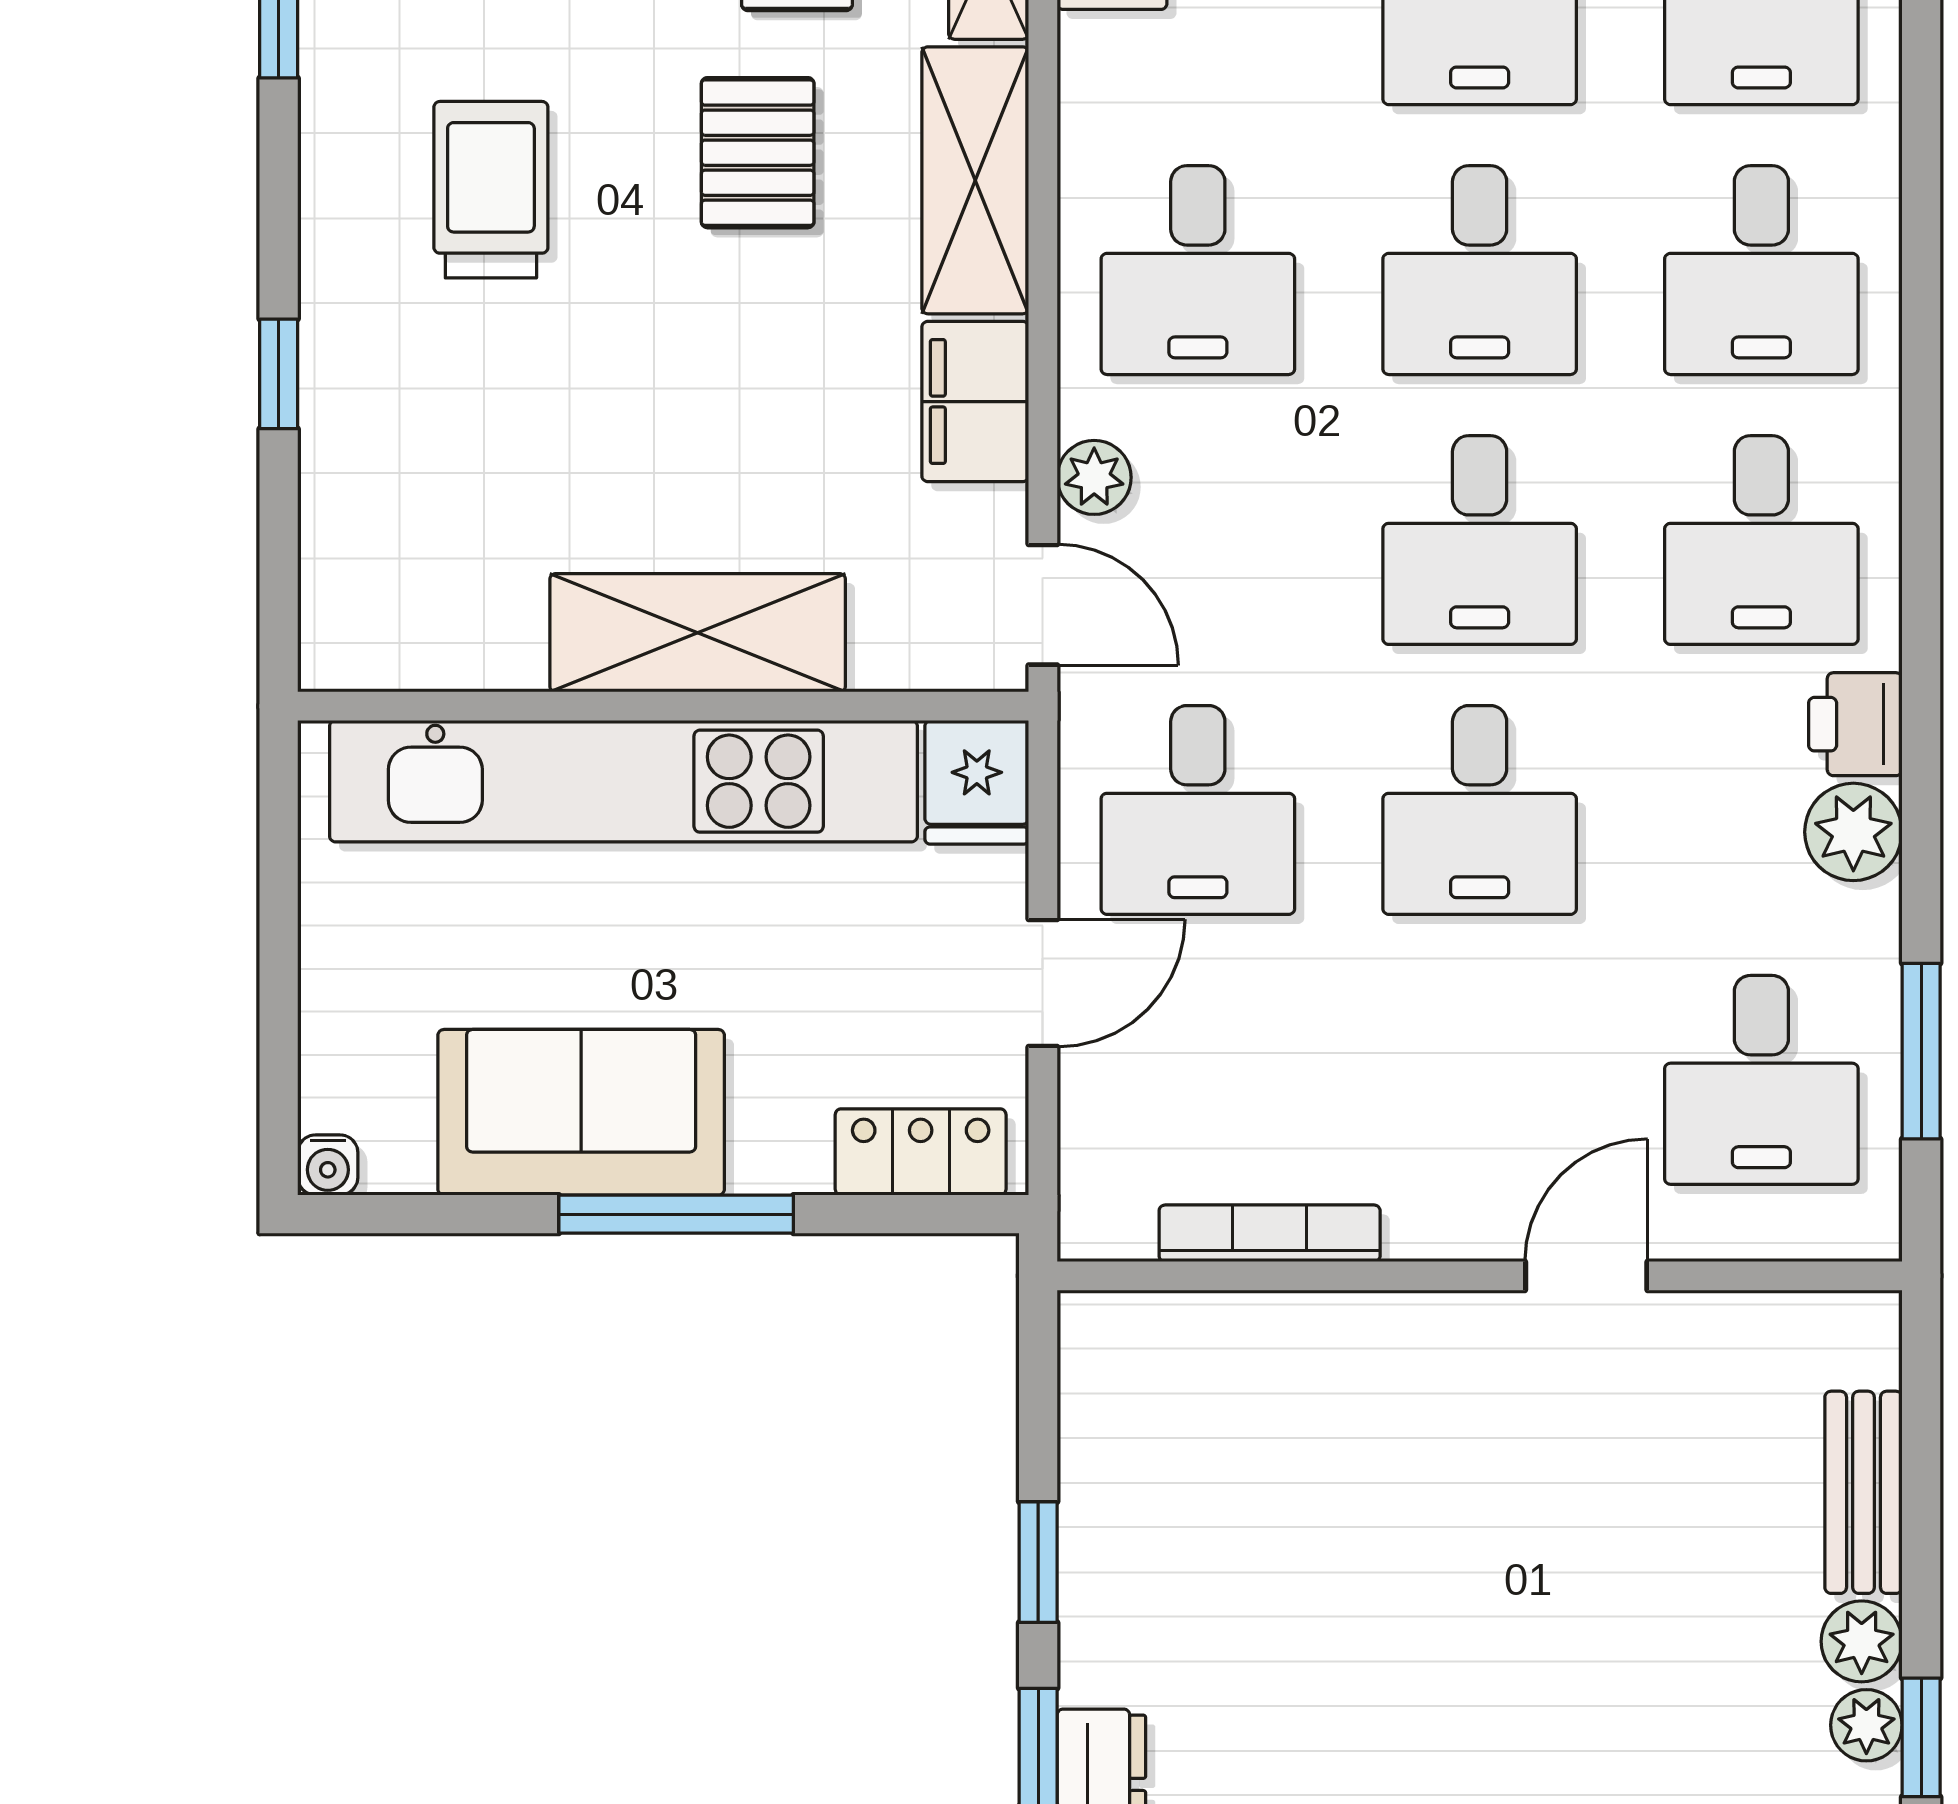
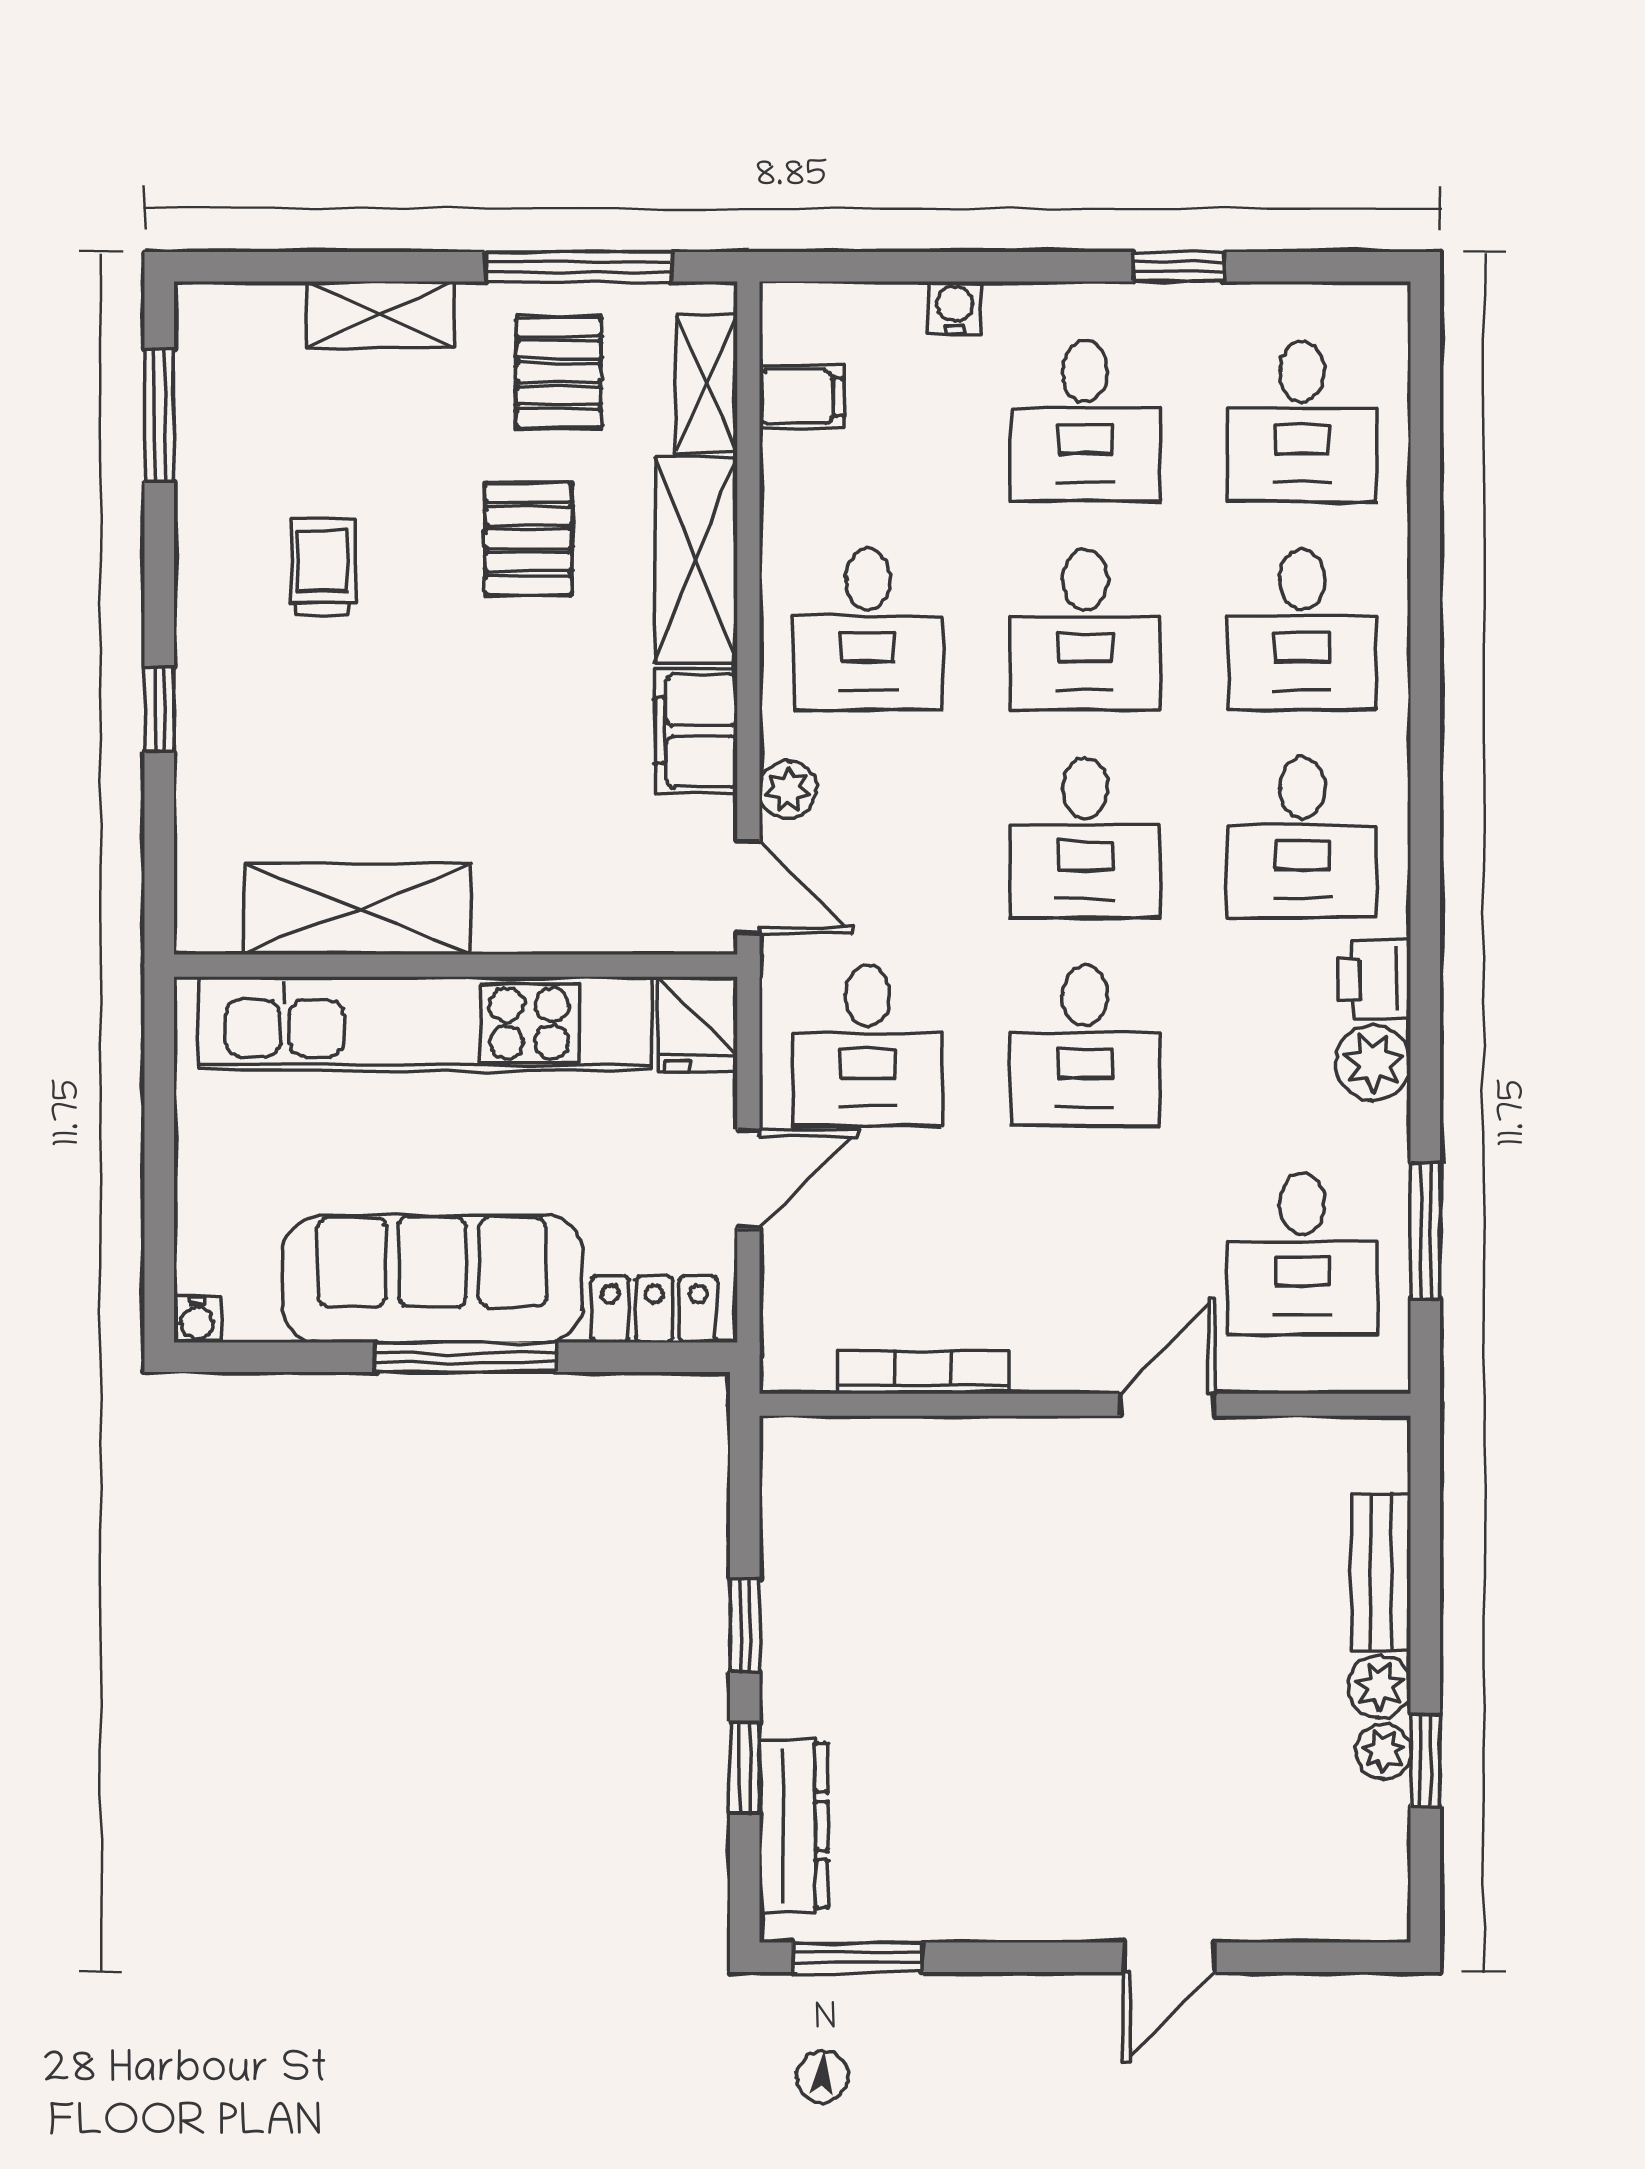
trolley: (491, 190) -> (323, 567), width x0.73, depth x0.72
shelving: (698, 633) -> (358, 909), moved
sofa: (581, 1112) -> (432, 1279), width x1.36

